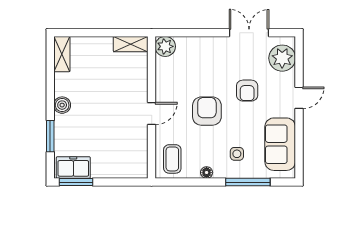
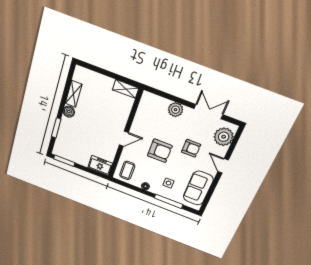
plant: (165, 46) -> (176, 110), moved
shelving: (62, 54) -> (74, 94), moved
armchair: (247, 91) -> (191, 148), turned -90
door: (299, 98) -> (223, 166), swing flipped
armchair: (207, 111) -> (160, 151), turned 90
freezer: (73, 168) -> (100, 165), moved

